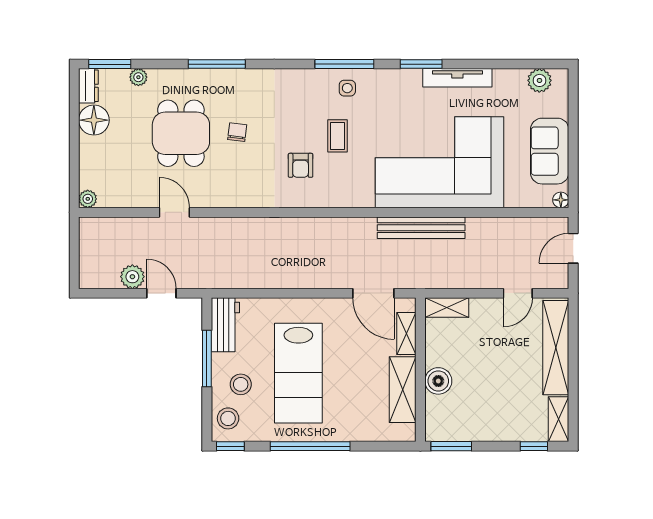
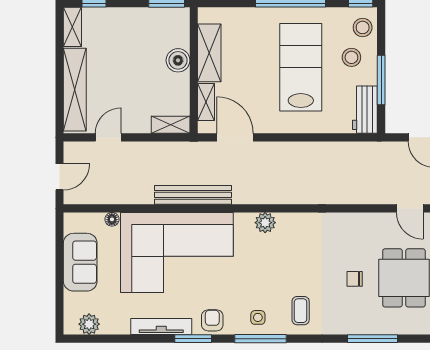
chair: (237, 132) -> (355, 279), turned 83
coffee table: (338, 136) -> (301, 311), moved
armchair: (301, 165) -> (212, 320), moved
plant: (339, 196) -> (265, 223), added
floor lamp: (561, 200) -> (112, 219), moved

